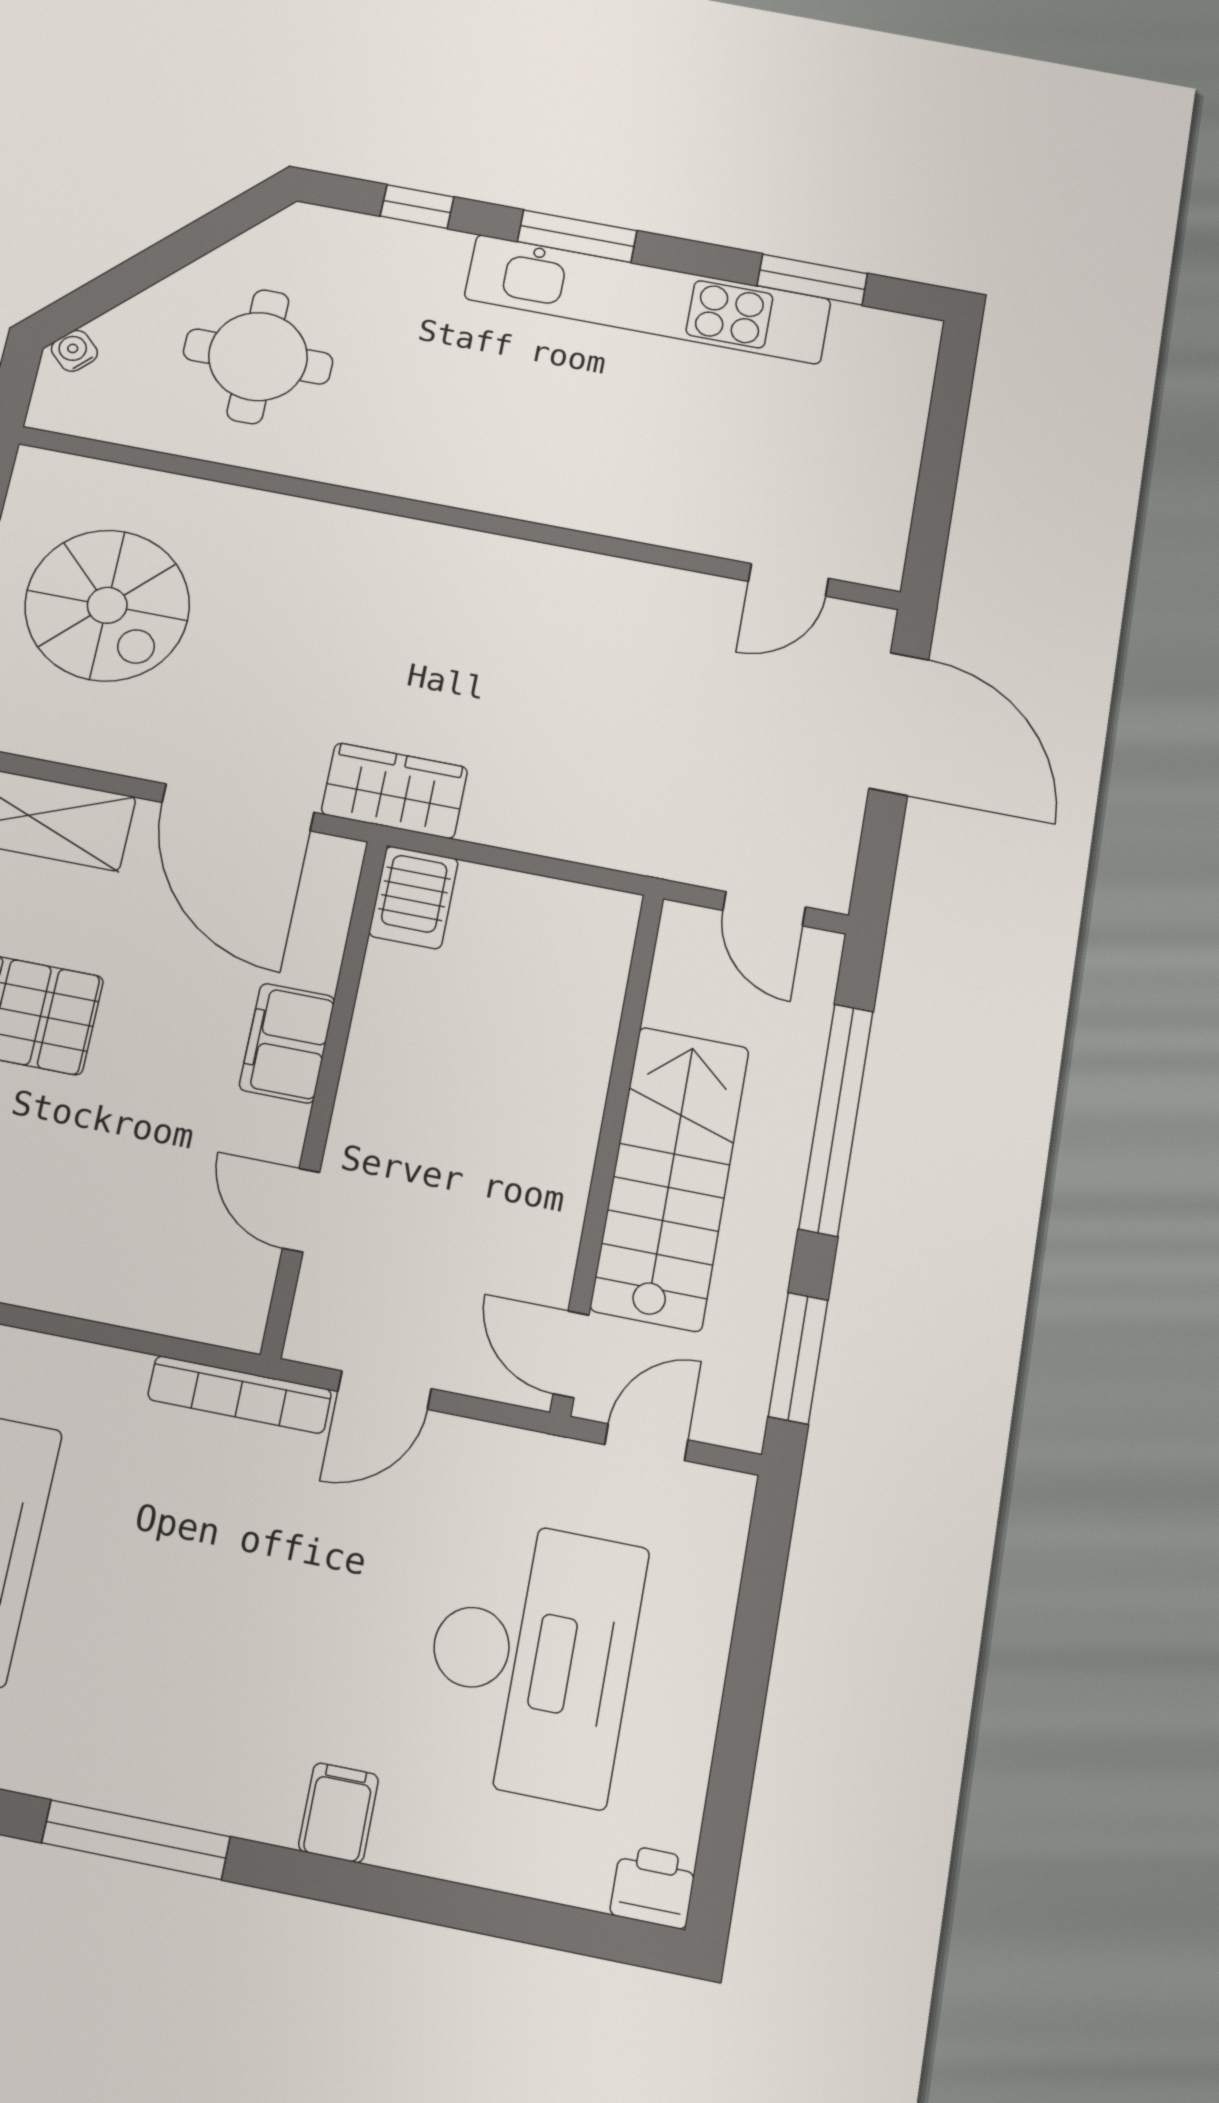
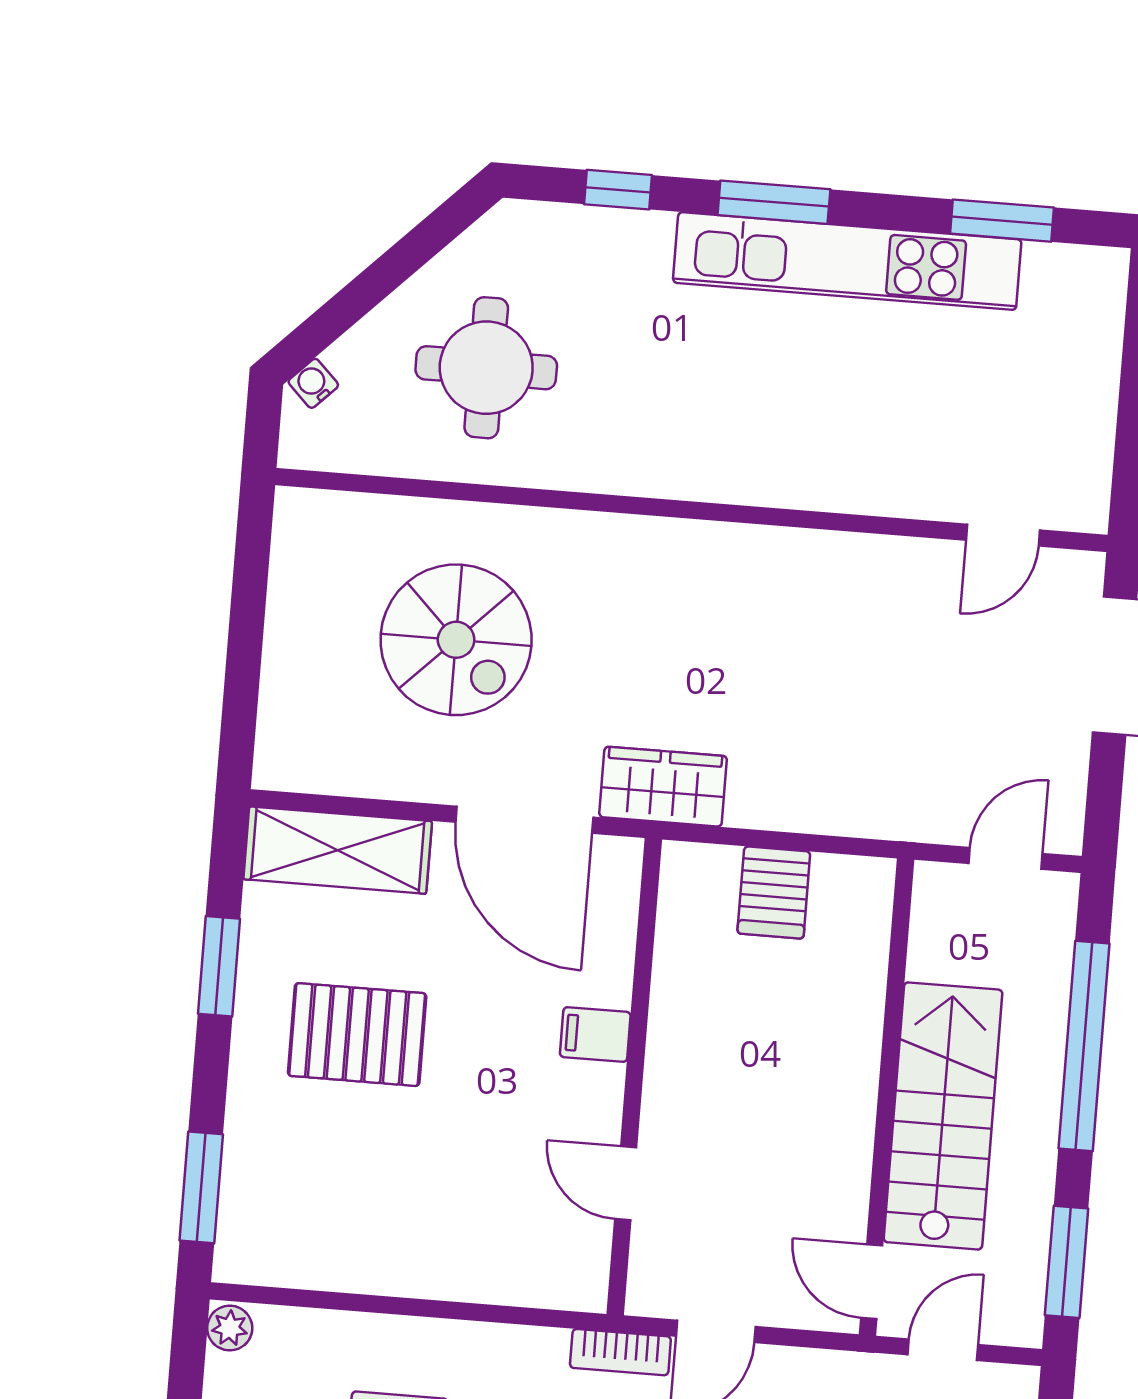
spiral stairs: (107, 605) -> (456, 640), moved
server rack: (414, 897) -> (774, 893), moved
door: (764, 909) -> (1006, 858), swing flipped
filing cabinet: (287, 1043) -> (595, 1035), width x0.50
bookcase: (240, 1395) -> (620, 1352), width x0.64

